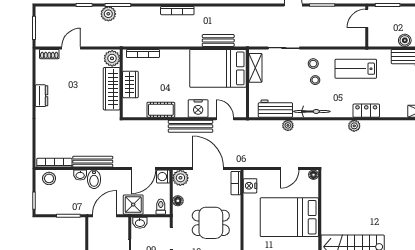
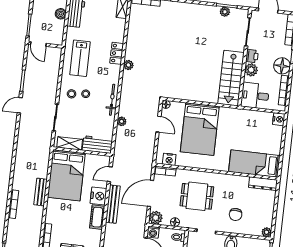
bench: (218, 41) -> (40, 192), moved
workbench: (275, 109) -> (97, 145), moved, turned 90
cot: (161, 110) -> (97, 217), moved
dining table: (211, 223) -> (197, 196), turned 90

